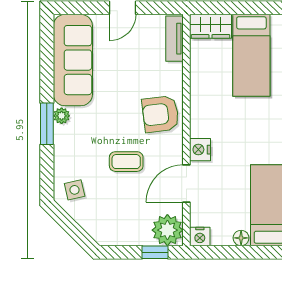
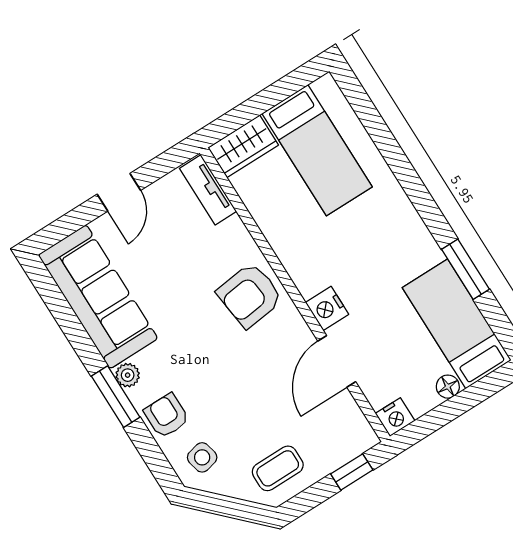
armchair: (69, 153) -> (167, 416), added
coffee table: (126, 162) -> (278, 468), moved
plant: (167, 230) -> (350, 434), removed

